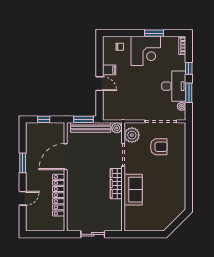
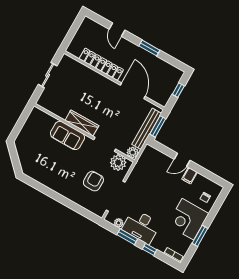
armchair: (159, 147) -> (93, 181), turned 180

